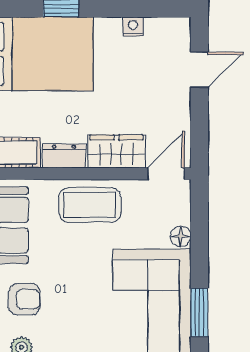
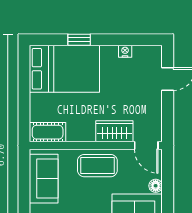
dresser: (64, 156) -> (81, 134), removed
door: (166, 174) -> (146, 146), swing flipped

